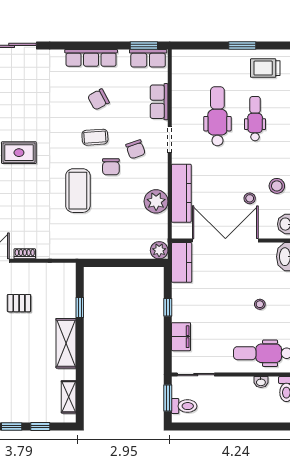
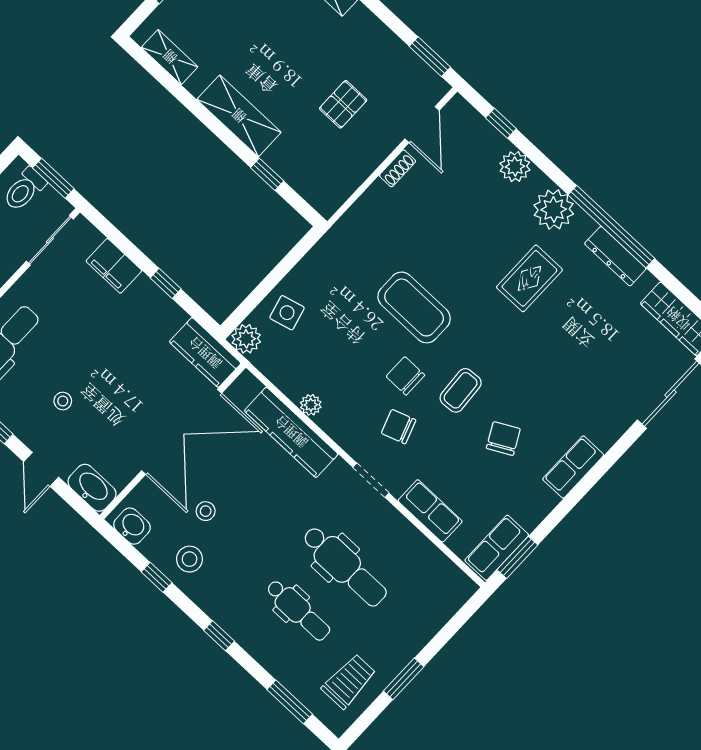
row of seats: (91, 58) -> (573, 467), width x0.68
plant: (156, 201) -> (311, 405), width x0.53, depth x0.53
side table: (131, 243) -> (287, 313), added

